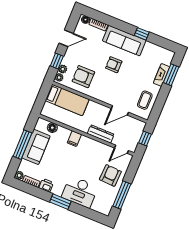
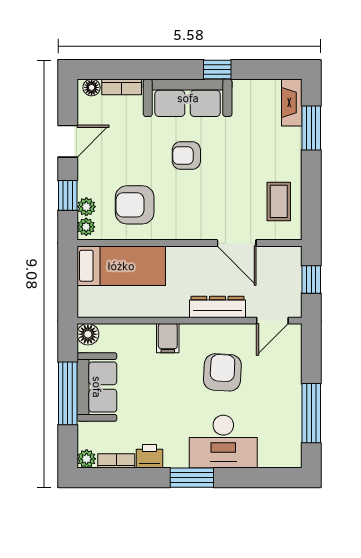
fireplace: (161, 75) -> (292, 103), moved
door: (120, 110) -> (237, 243), hinge flipped
floor lamp: (52, 128) -> (88, 334), moved
armchair: (110, 175) -> (222, 372), moved

